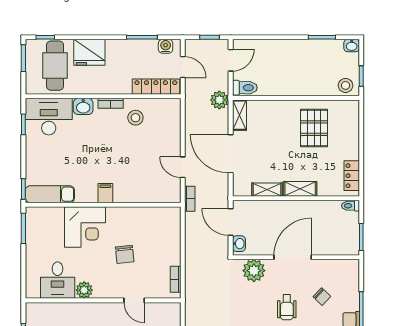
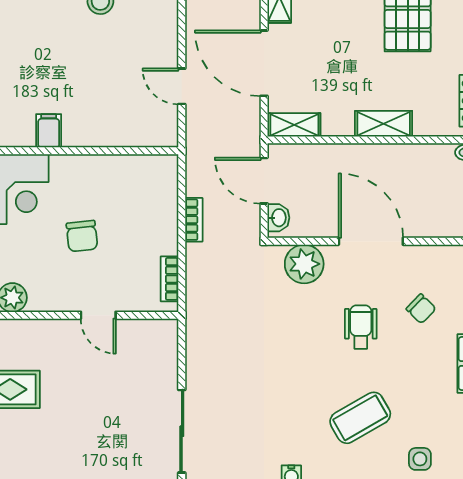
shelving: (267, 190) -> (294, 125), moved
bookcase: (190, 199) -> (194, 220), moved
door: (293, 257) -> (371, 241), hinge flipped
wheelchair: (287, 307) -> (361, 327), turned 180

